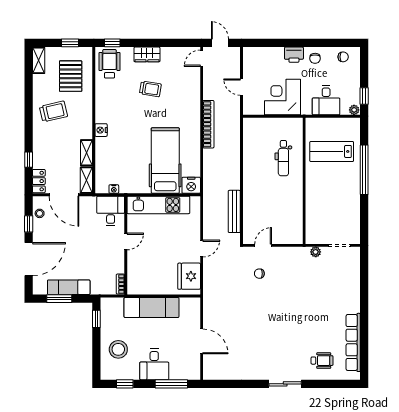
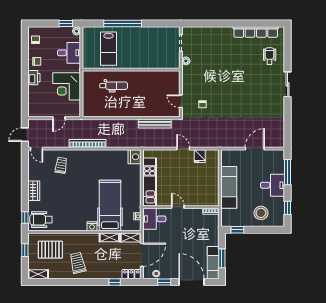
trolley: (150, 89) -> (61, 165), moved
hospital bed: (165, 161) -> (110, 205), moved, turned 90
fridge: (189, 276) -> (200, 156), width x0.53, depth x0.75
exam couch: (69, 287) -> (213, 263), moved

